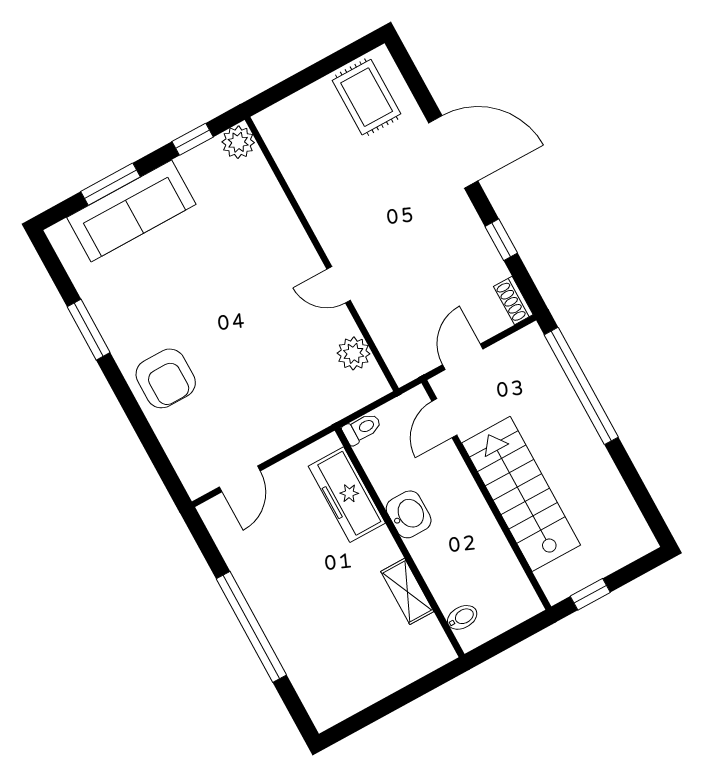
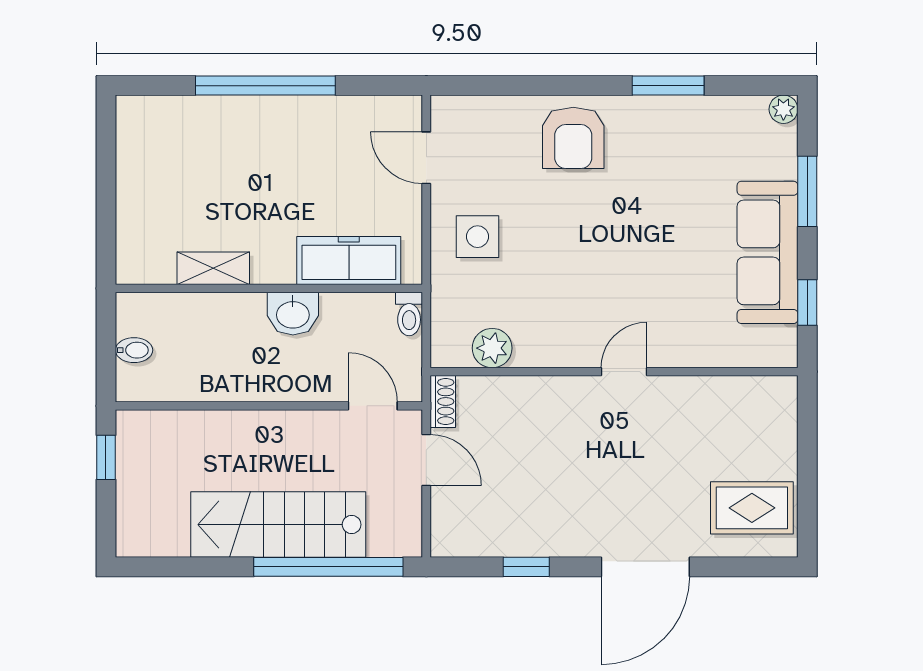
plant: (238, 142) -> (783, 109), moved, width x0.73, depth x0.73
sofa: (131, 211) -> (767, 252), moved
door: (339, 285) -> (624, 372), moved
shoe rack: (513, 301) -> (443, 401), moved, turned 90
armchair: (166, 378) -> (573, 138), turned -90
side table: (277, 409) -> (478, 237), added
stairs: (521, 494) -> (278, 525), moved, turned 180
bidet: (462, 617) -> (134, 350), moved, turned -90

